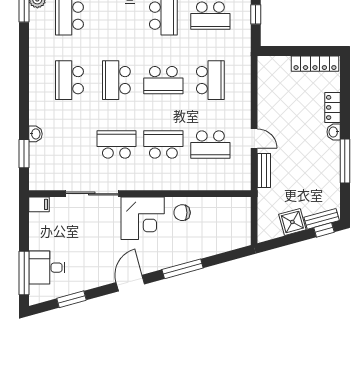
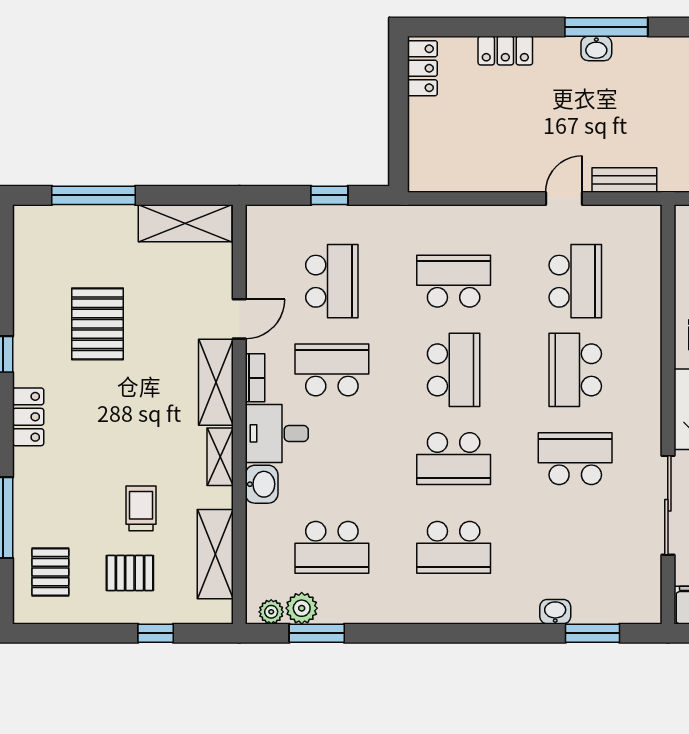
locker: (315, 64) -> (422, 68), width x0.66
washbasin: (334, 132) -> (596, 48), moved
school desk: (116, 144) -> (575, 459), turned 90

